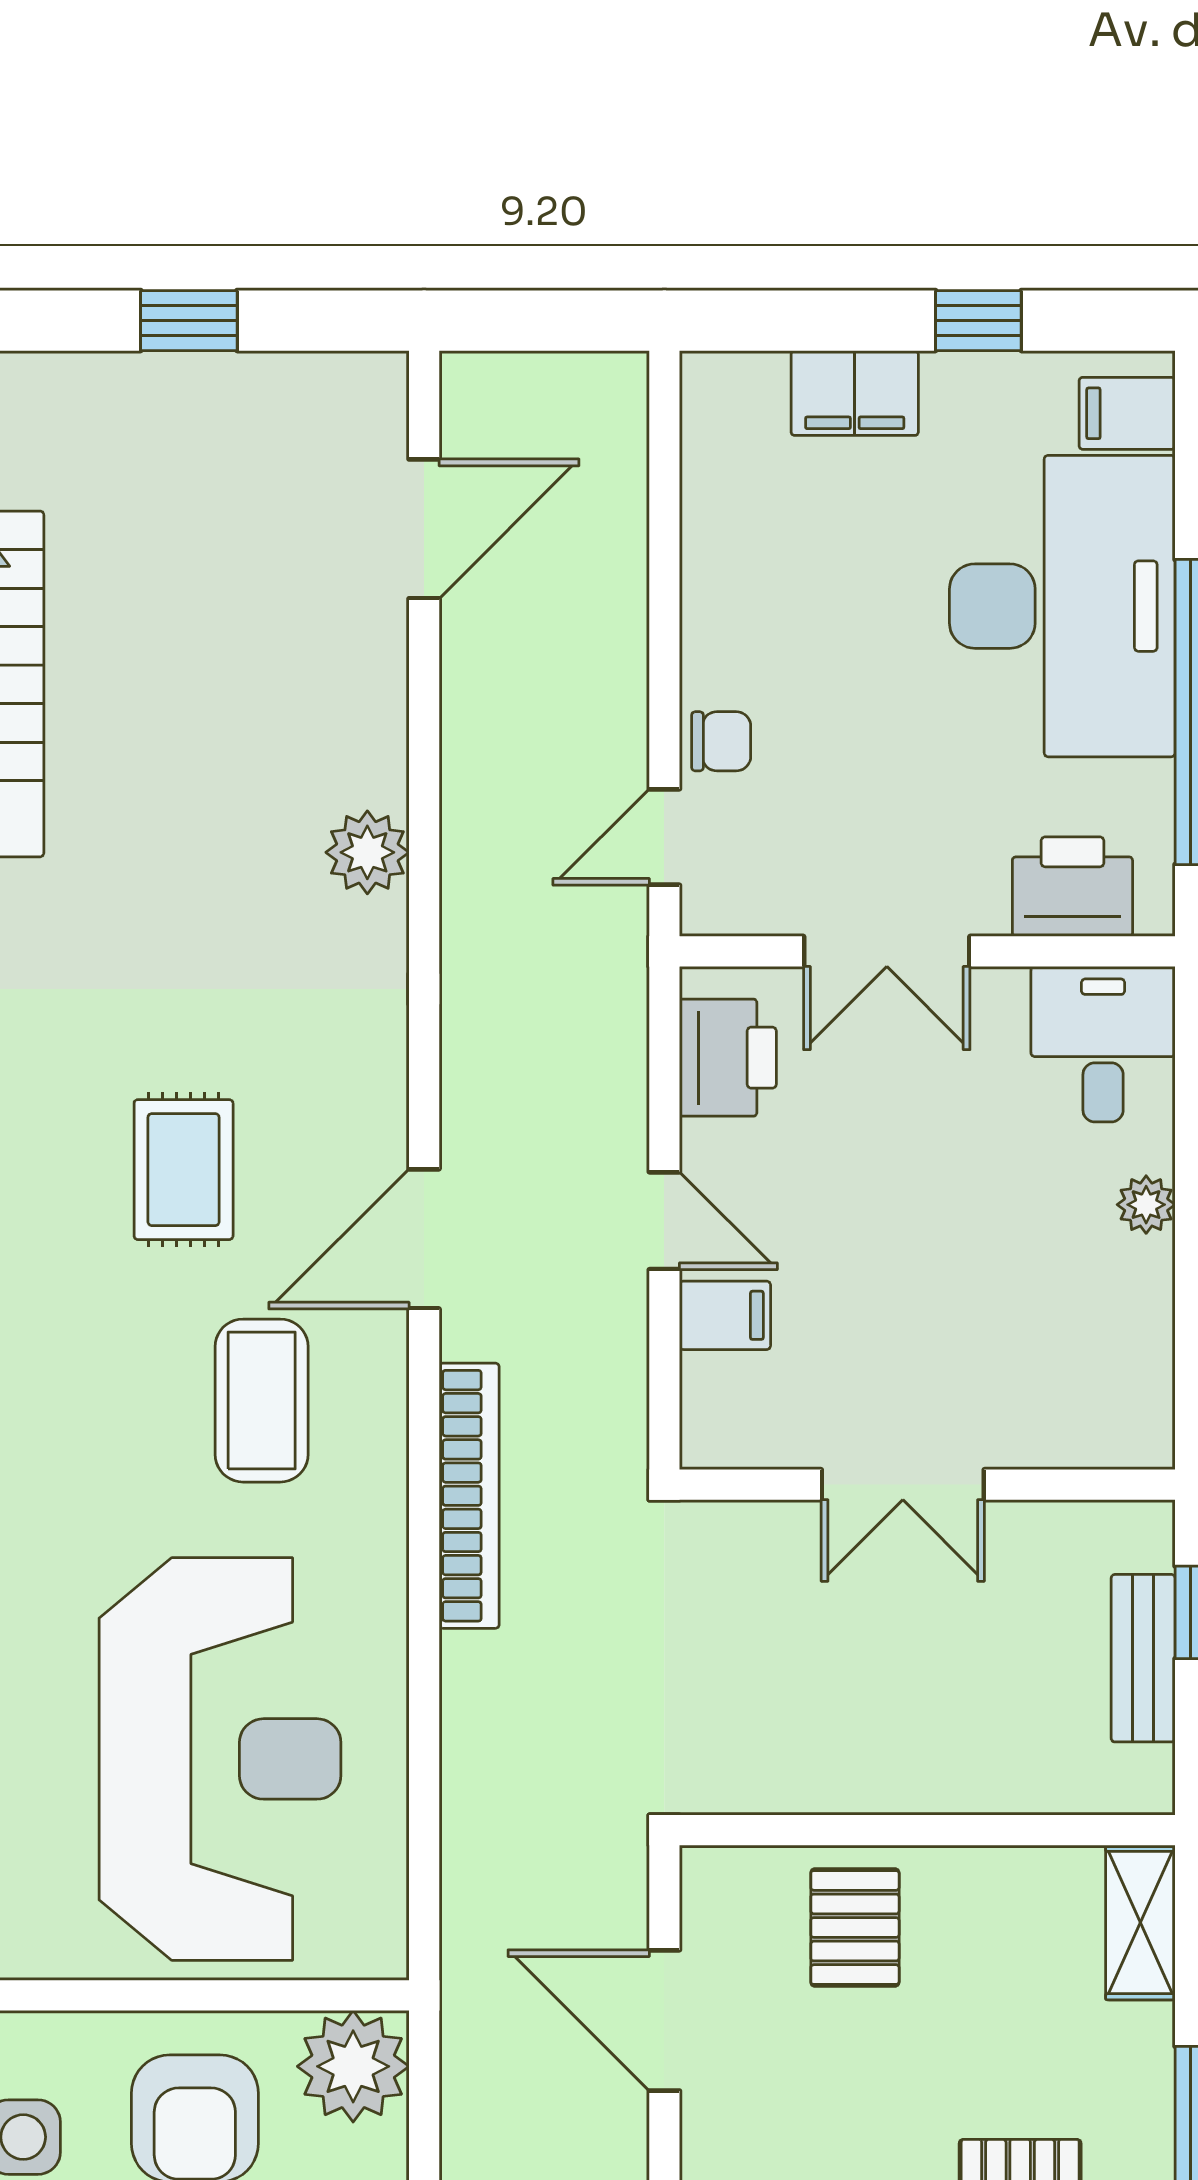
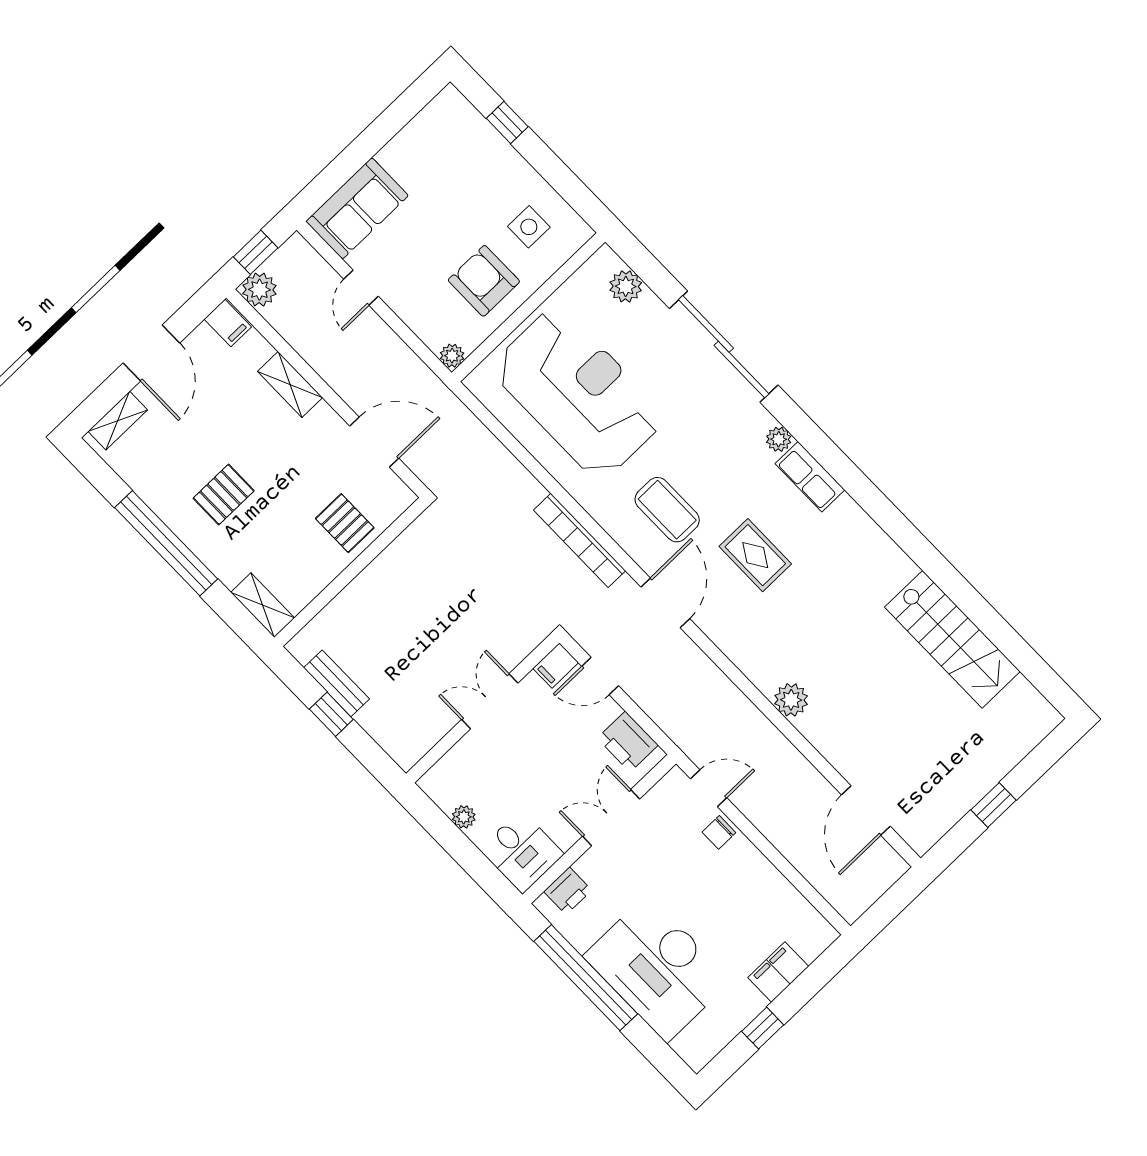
filing cabinet: (1127, 413) -> (693, 1043), removed
door: (664, 837) -> (709, 788), hinge flipped
printer: (1072, 887) -> (568, 891), width x0.73, depth x0.81
double door: (903, 1485) -> (490, 701), moved
wall: (927, 1485) -> (483, 708), moved
reception desk: (220, 1759) -> (578, 393), turned 180
plant: (353, 2066) -> (452, 356), width x0.53, depth x0.53

